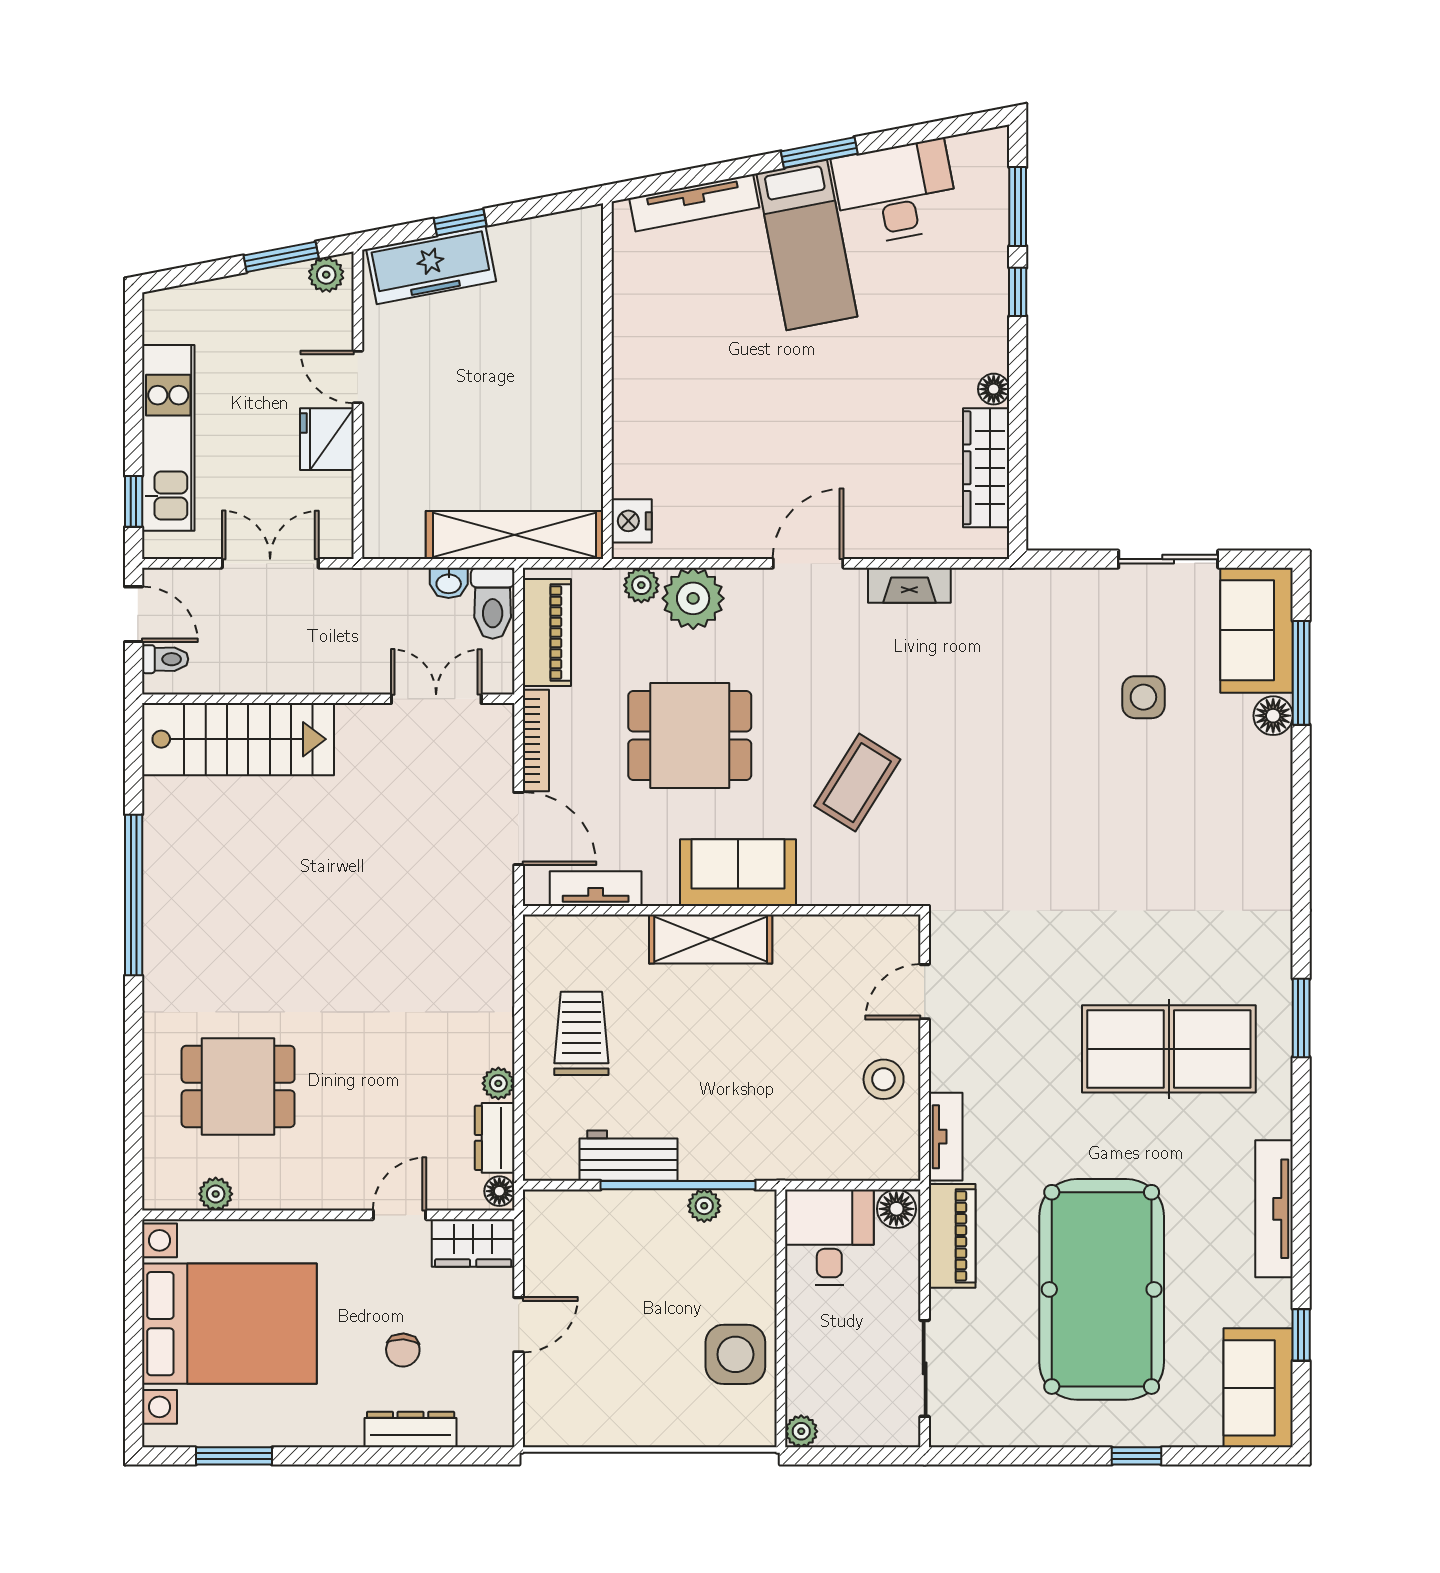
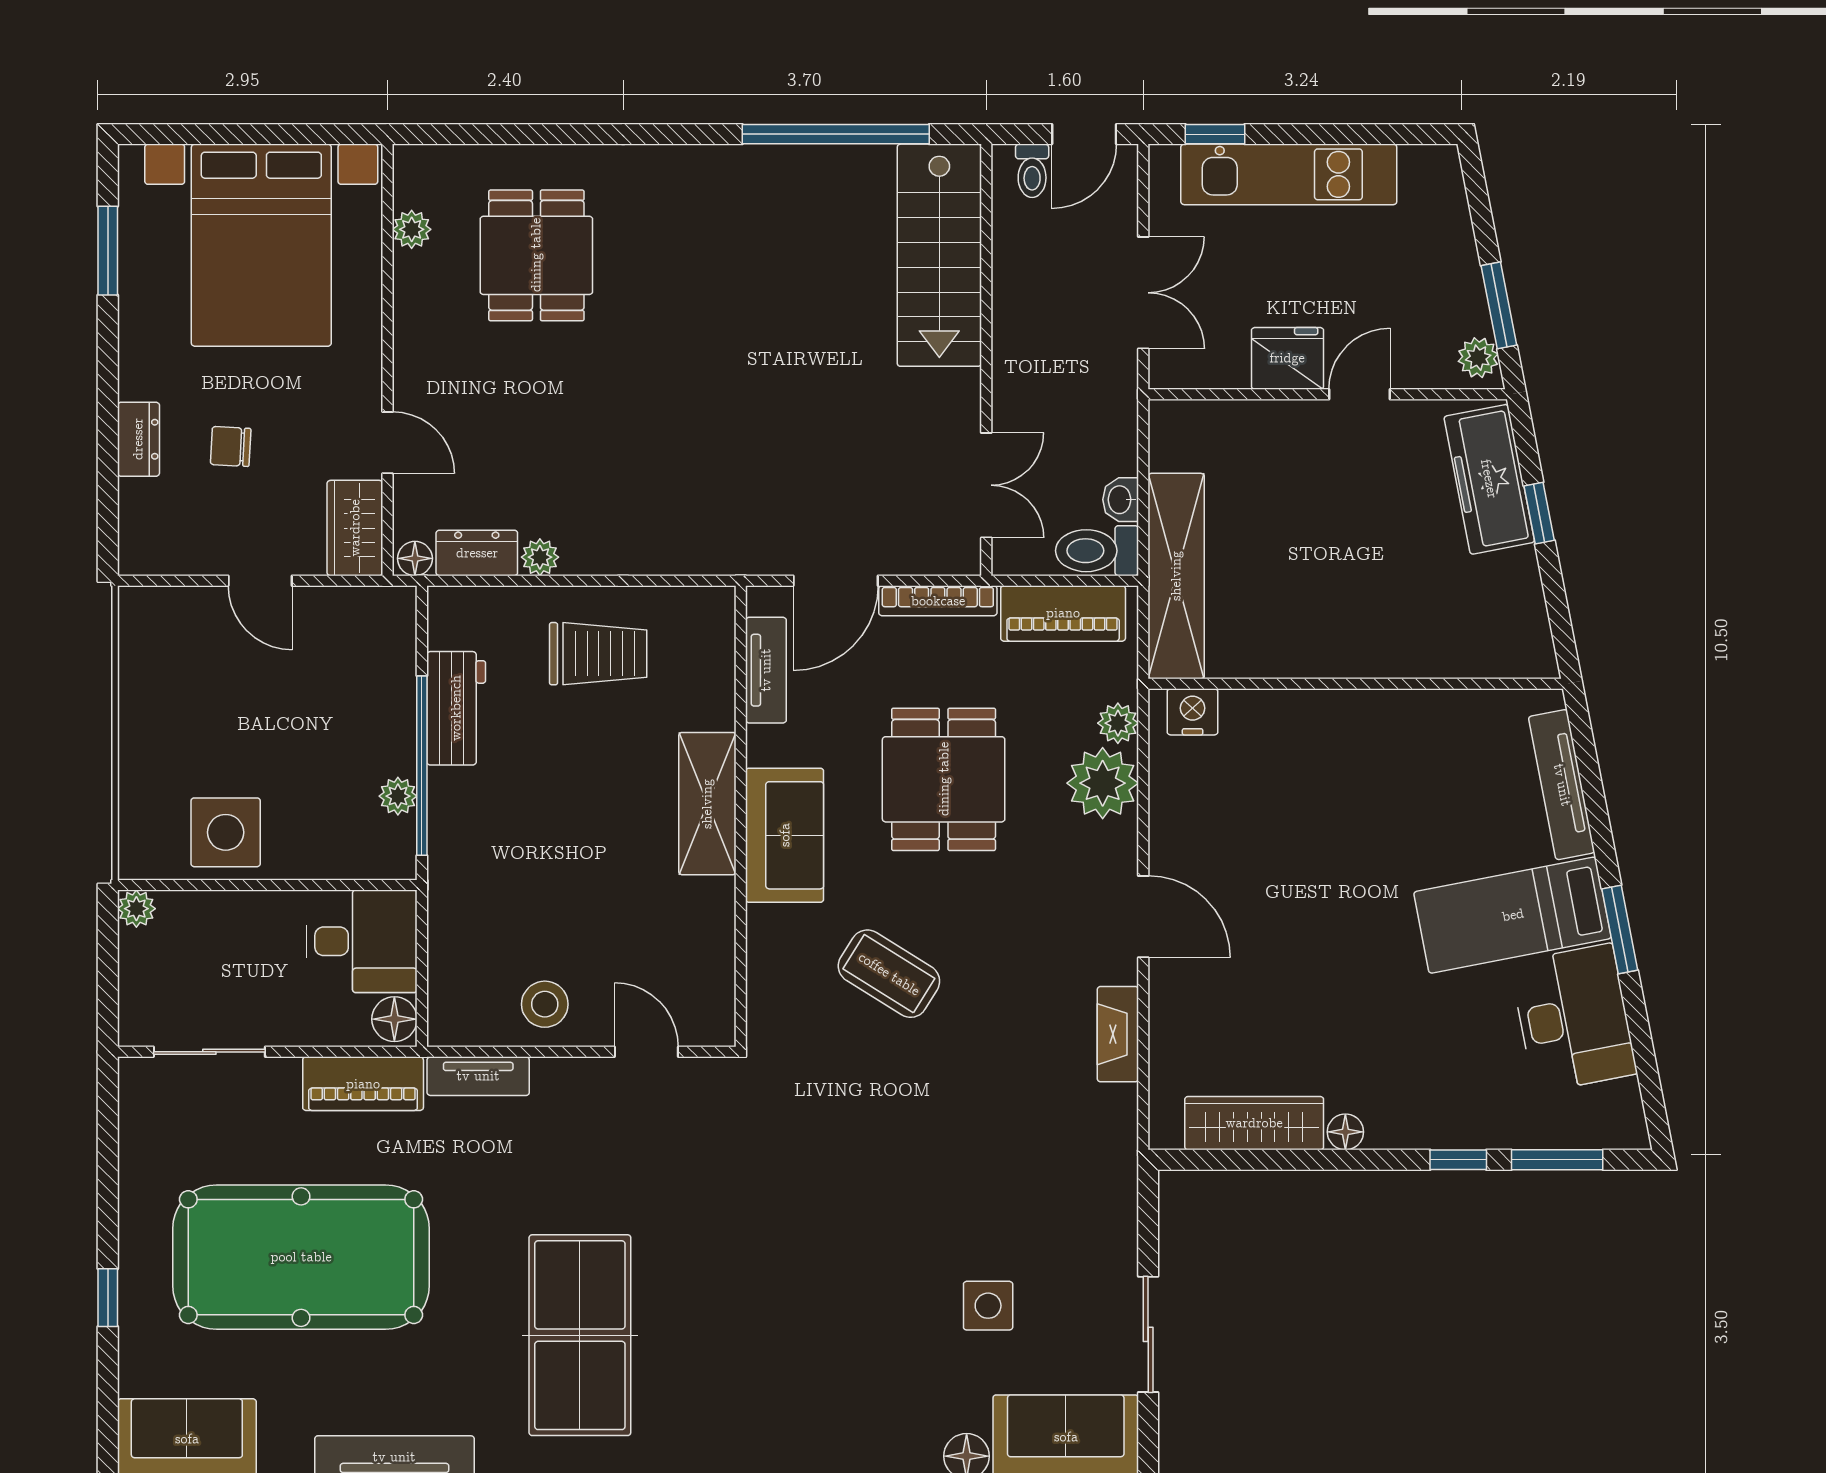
window: (134, 895) -> (836, 134), moved
dresser: (411, 1429) -> (138, 439), width x0.70

